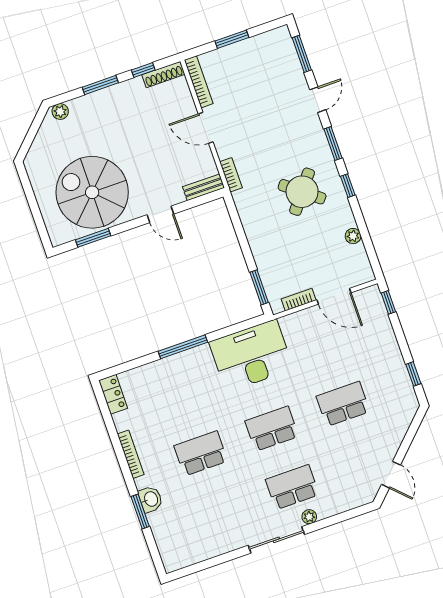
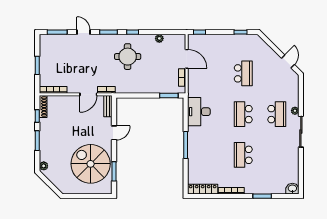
door: (206, 128) -> (88, 94), moved
spiral stairs: (92, 192) -> (91, 164), turned 90
round table: (302, 192) -> (128, 57), turned -38
door: (334, 296) -> (187, 59), hinge flipped
desk: (251, 356) -> (199, 112), width x0.73, depth x0.77
locker: (113, 394) -> (203, 189), width x1.53
school desk: (343, 404) -> (243, 73), turned 180
door: (391, 475) -> (288, 61), hinge flipped
school desk: (292, 487) -> (277, 114), turned 180
washbasin: (151, 499) -> (292, 189), moved

